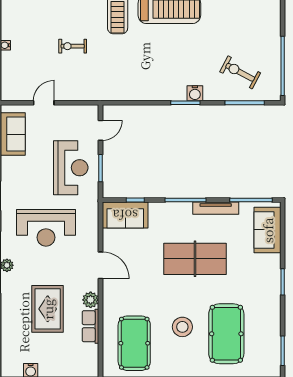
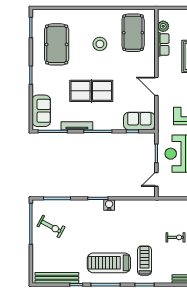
exercise bike: (240, 72) -> (51, 226), moved
water cooler: (195, 93) -> (109, 205), moved
plant: (91, 300) -> (163, 26), moved
pool table: (226, 334) -> (57, 44), moved

